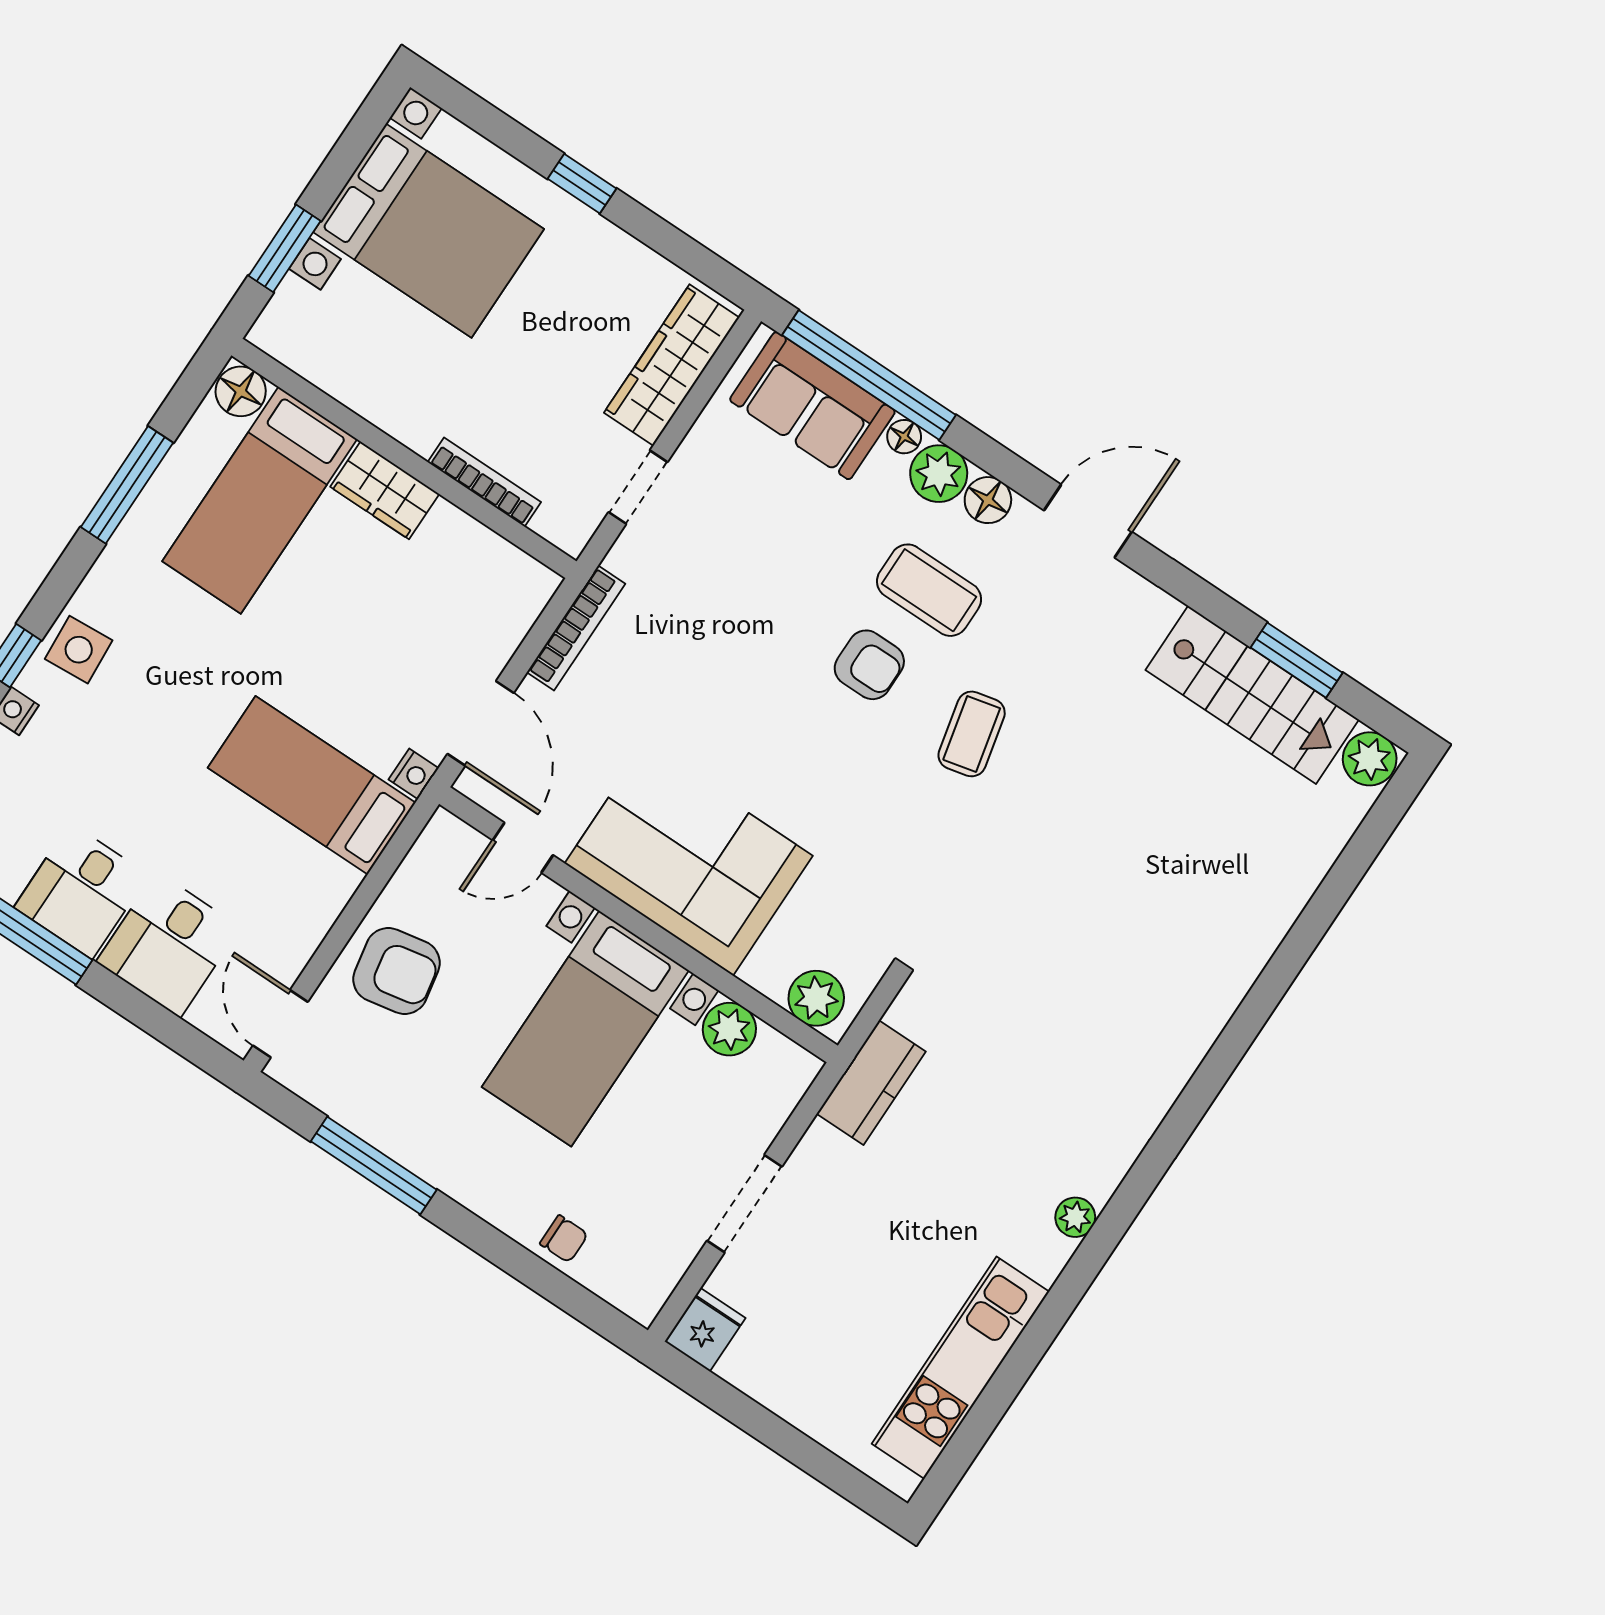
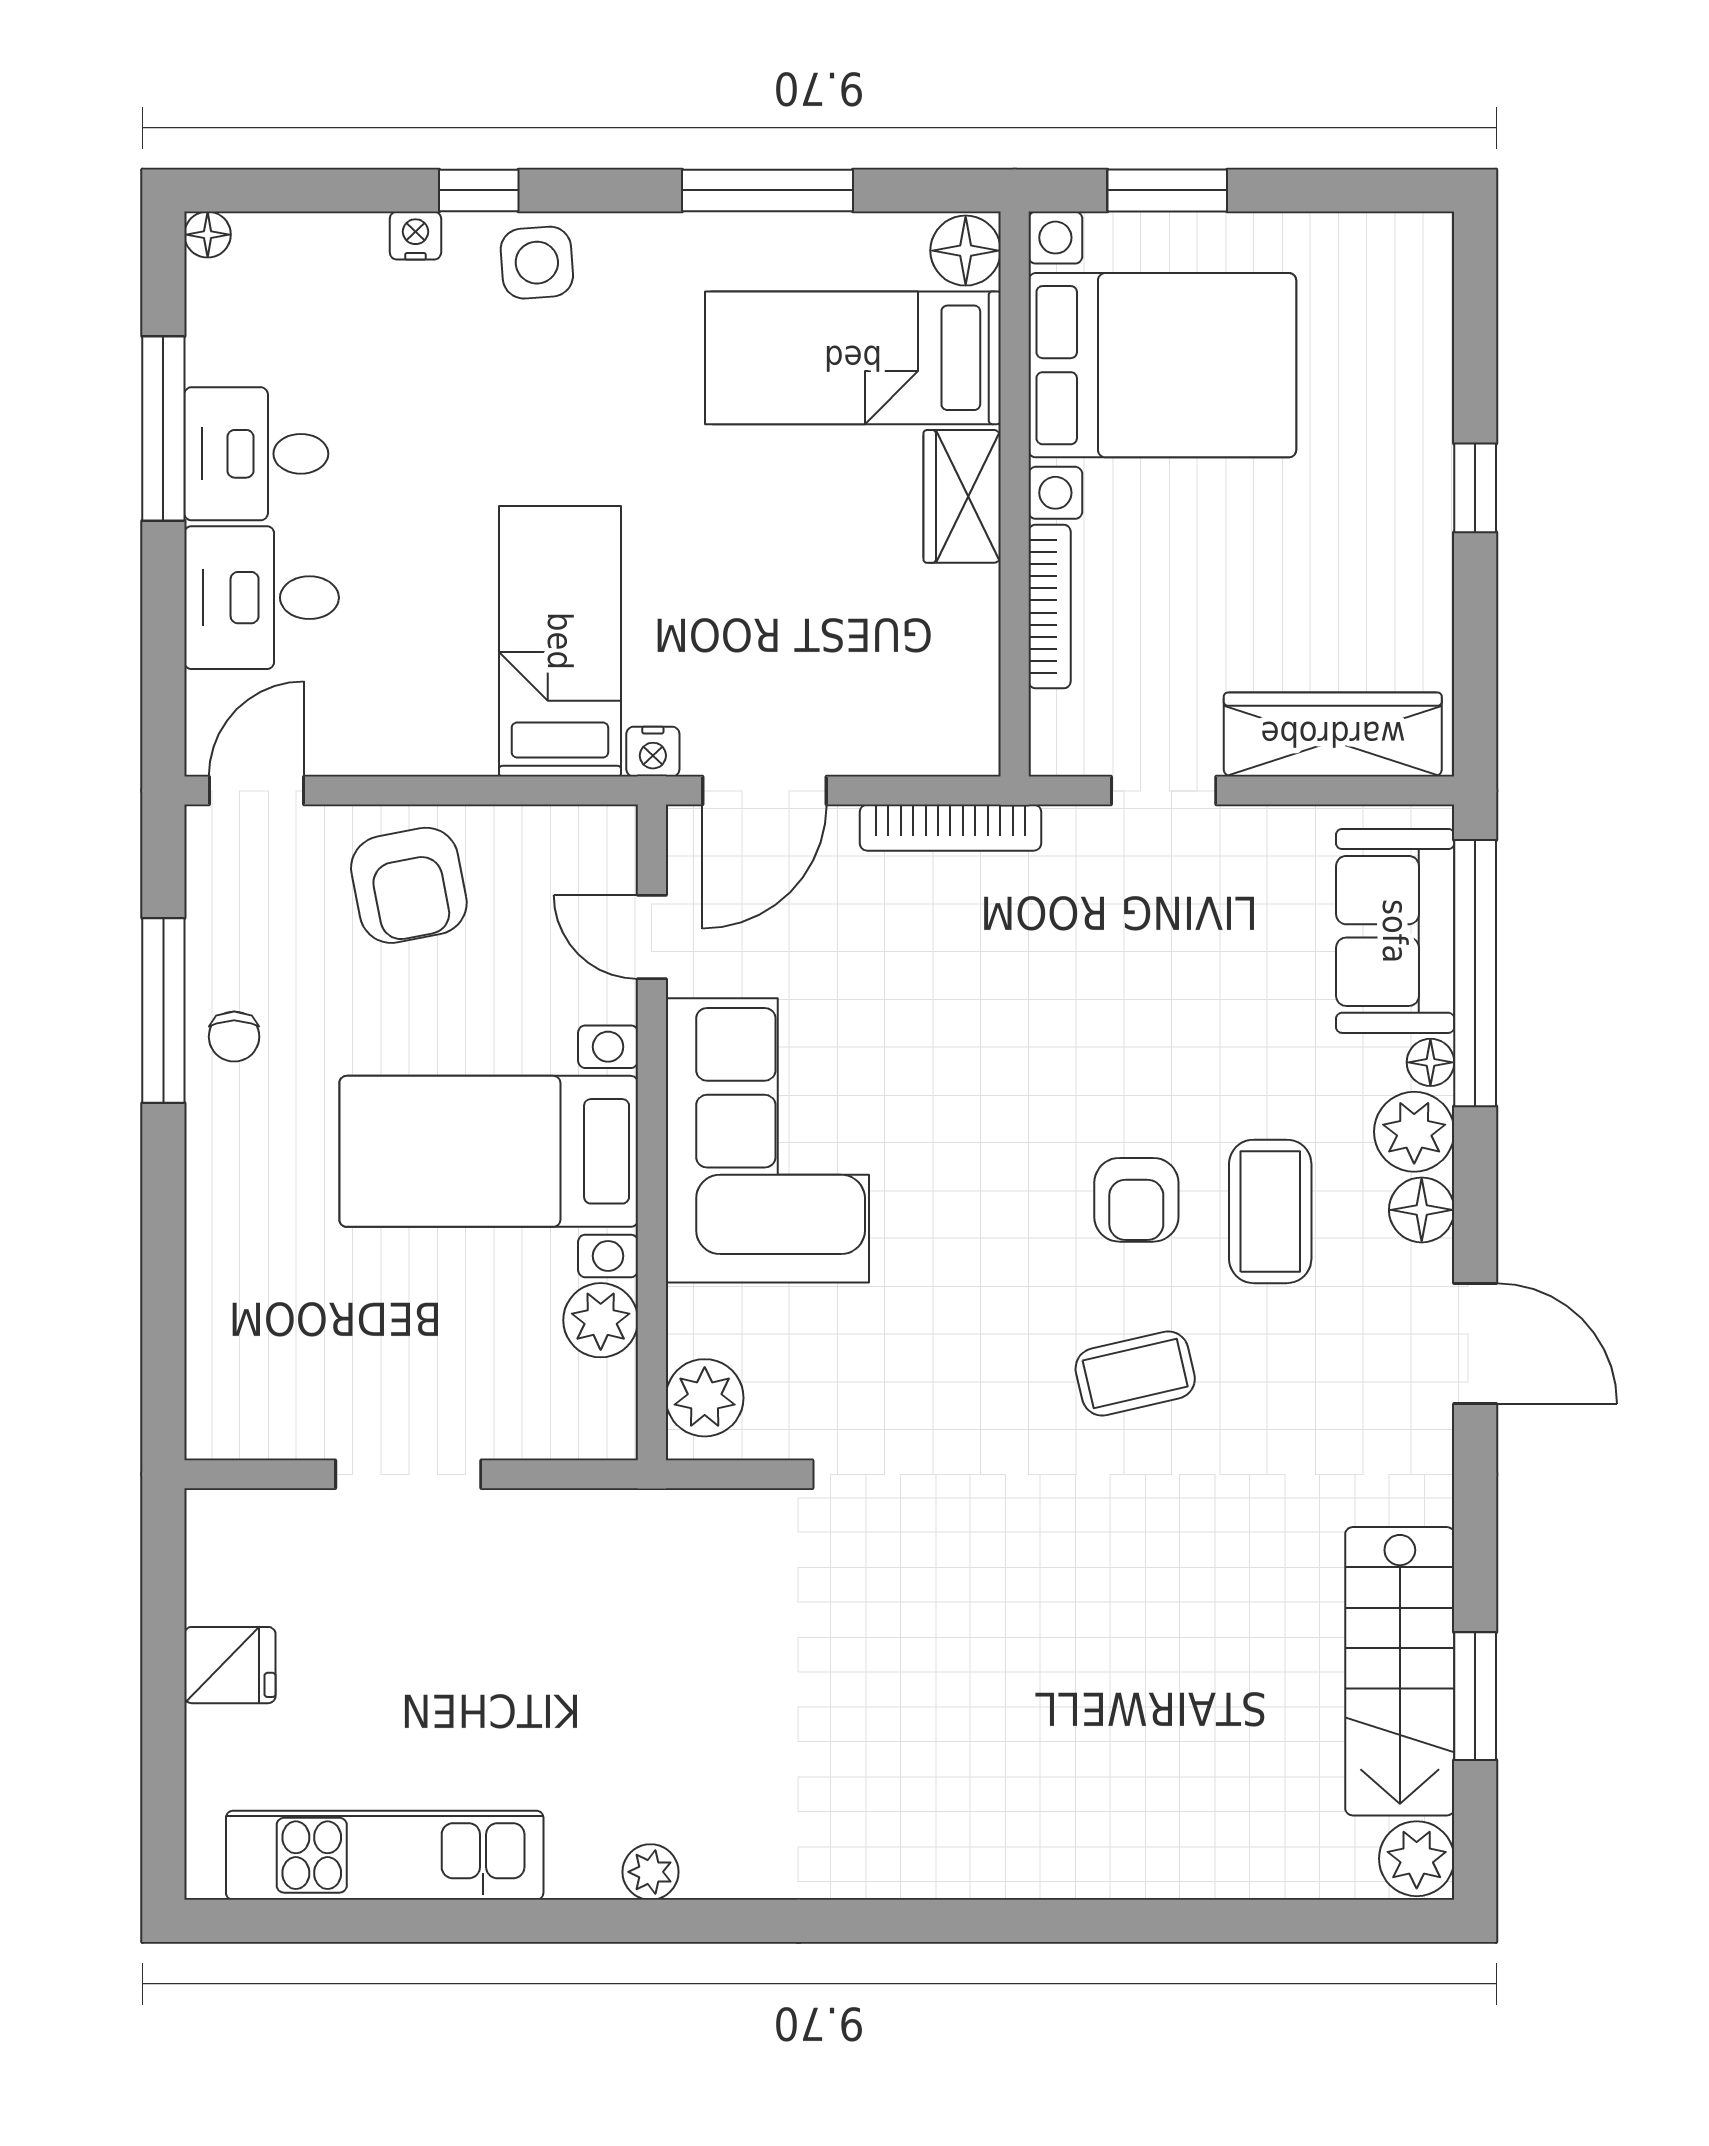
bed with nightstands: (429, 231) -> (1162, 365), moved, turned -90
kitchen counter: (871, 1083) -> (649, 1528), removed
chair: (564, 1239) -> (234, 1037), moved
fridge: (705, 1330) -> (230, 1665), moved

